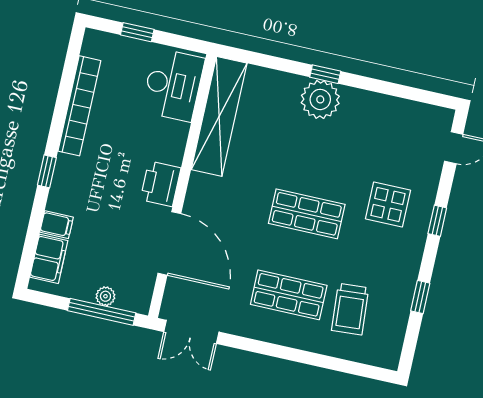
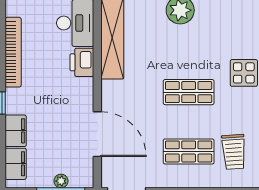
printer: (161, 184) -> (82, 62), moved
filing cabinet: (57, 225) -> (16, 131), width x2.00

